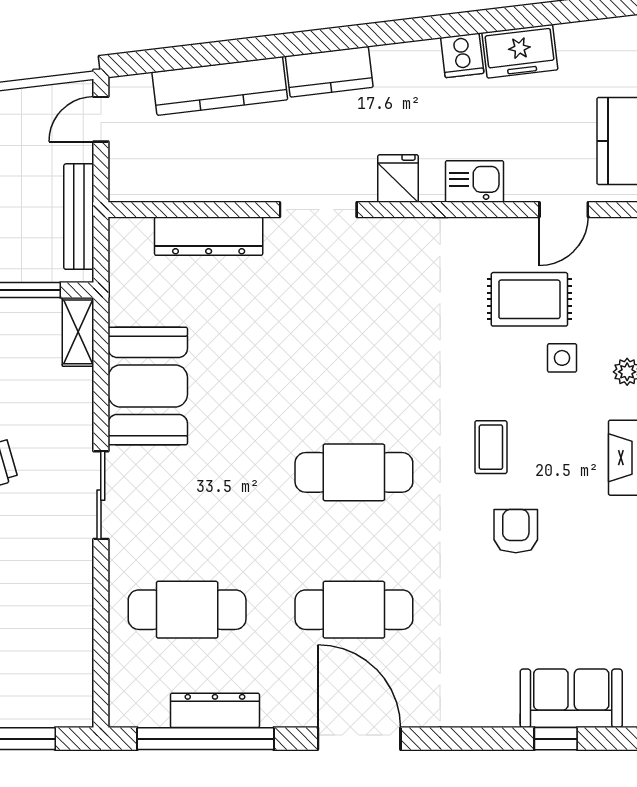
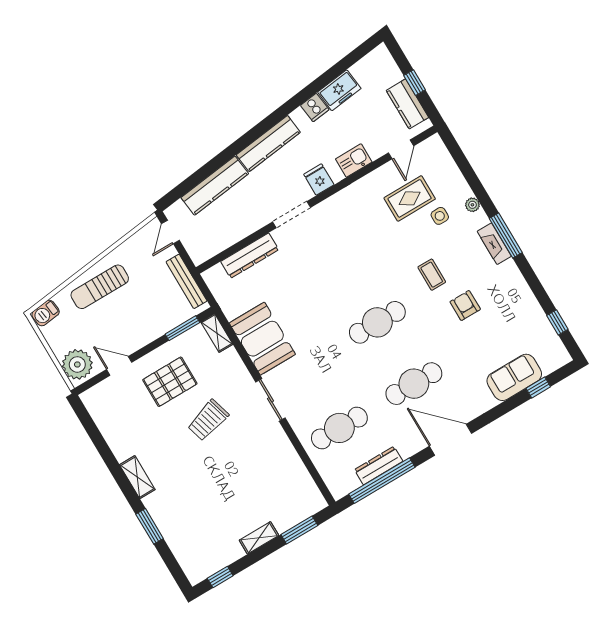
kitchen counter: (329, 72) -> (268, 144), width x1.50
sofa: (571, 698) -> (514, 377), moved

